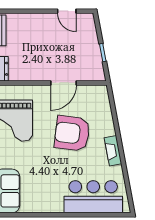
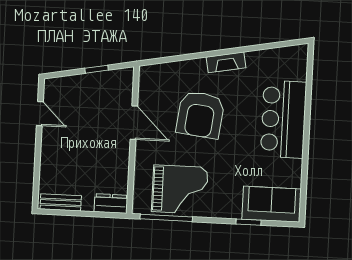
door: (67, 11) -> (40, 114), hinge flipped
bar counter: (93, 197) -> (284, 119), moved

